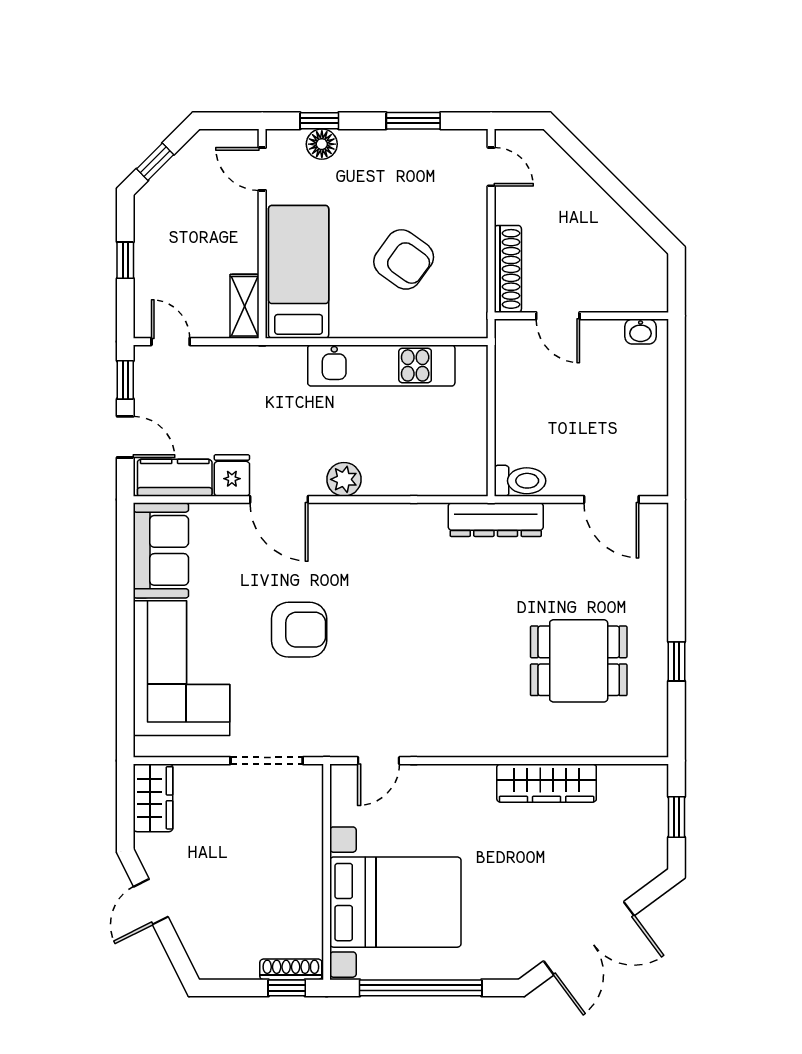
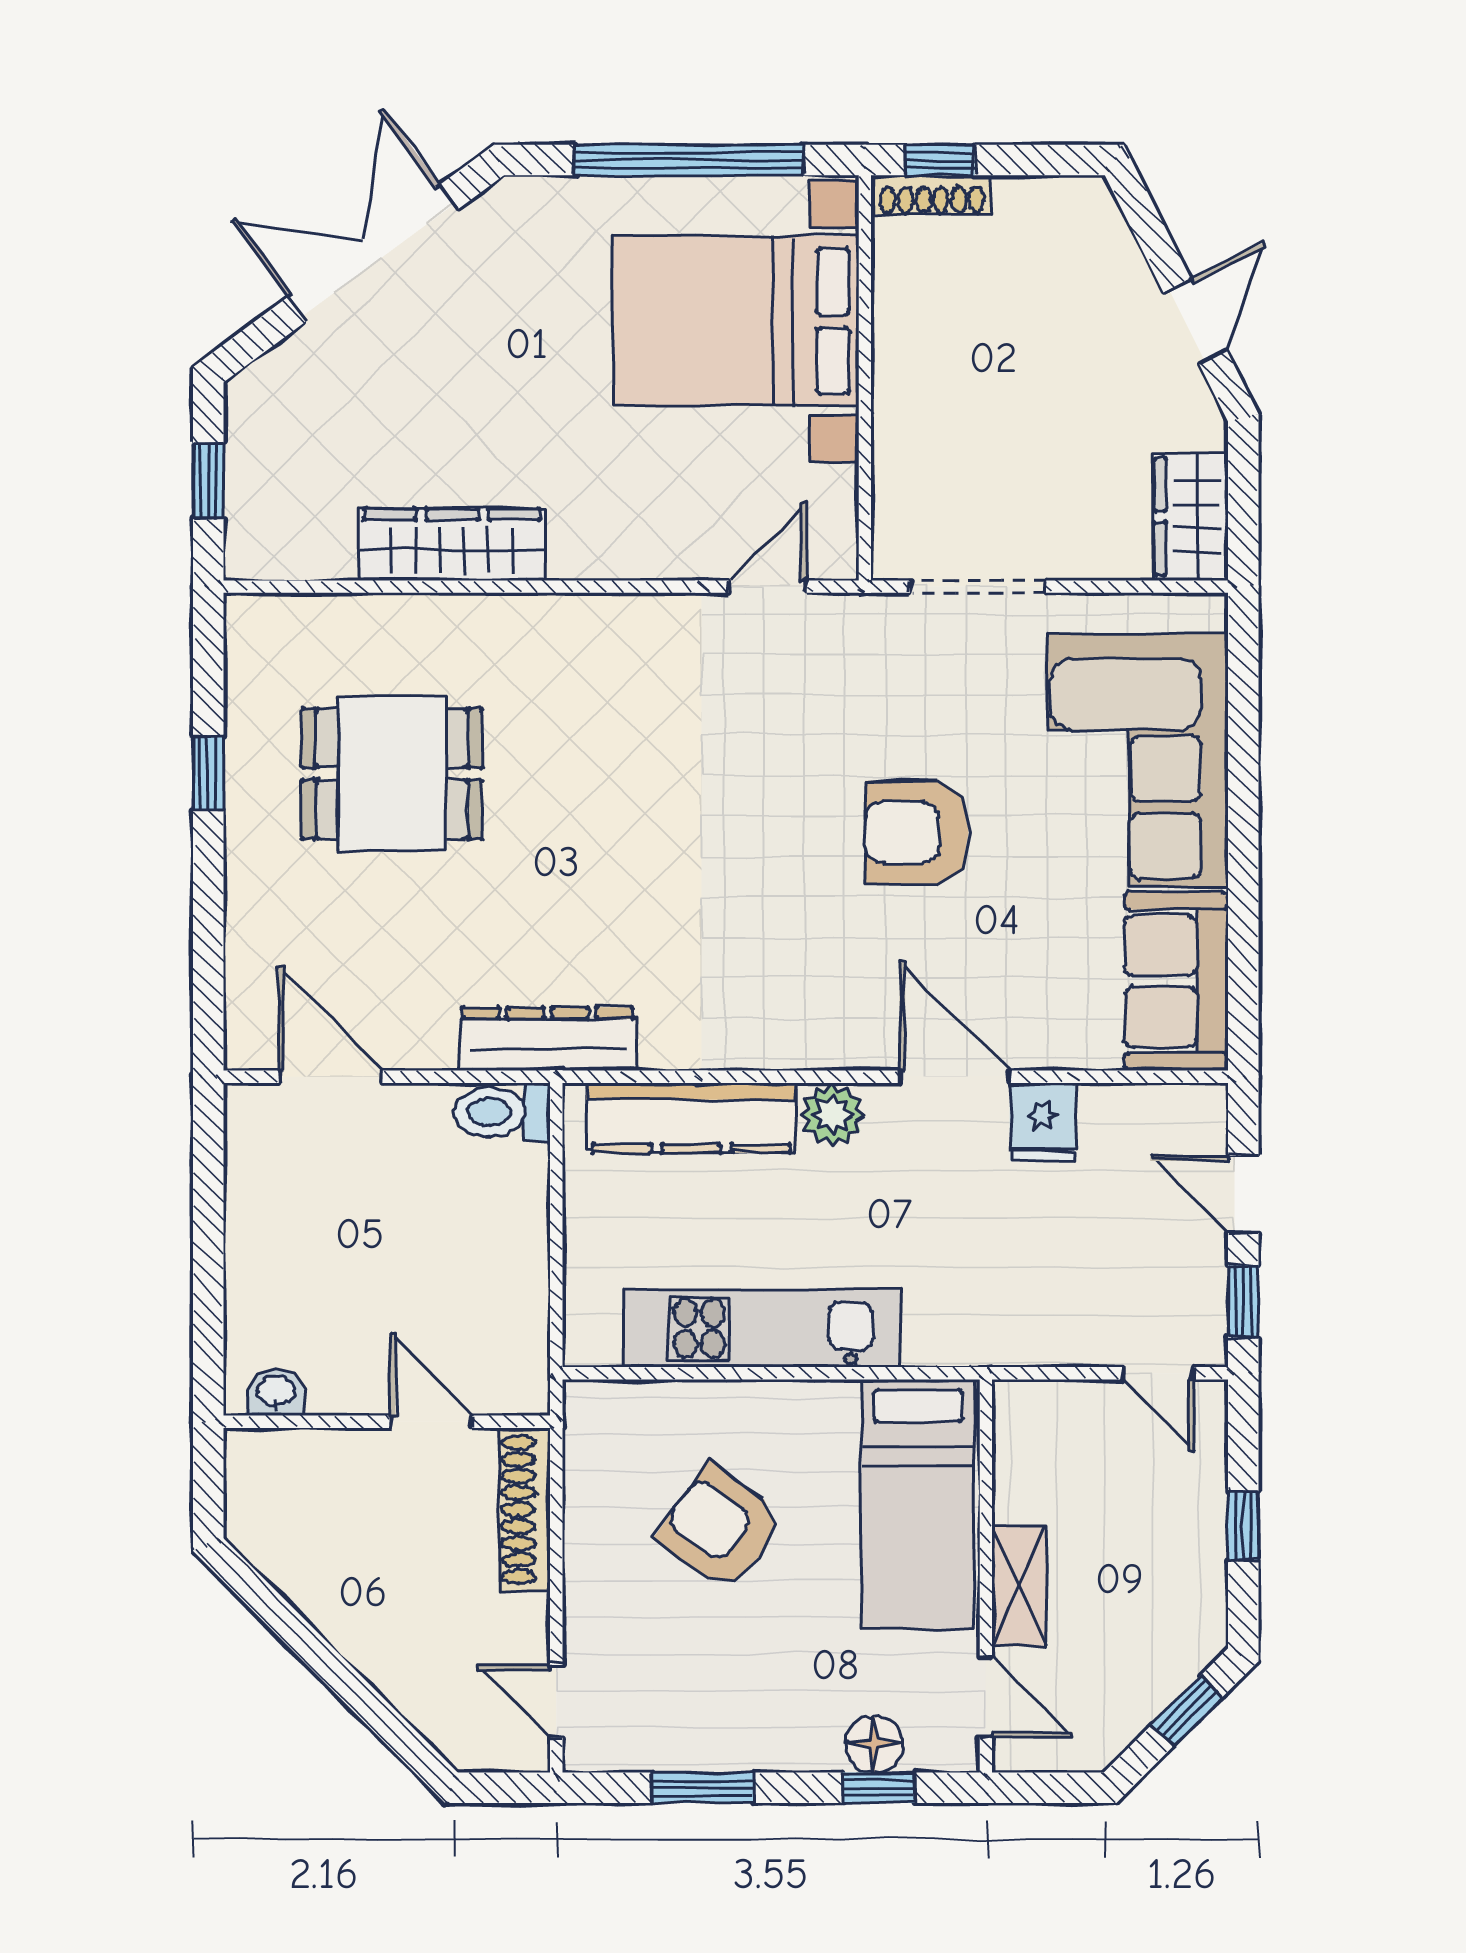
shelving: (245, 306) -> (1019, 1586), moved
kitchen counter: (175, 478) -> (691, 1118), moved, width x1.50

